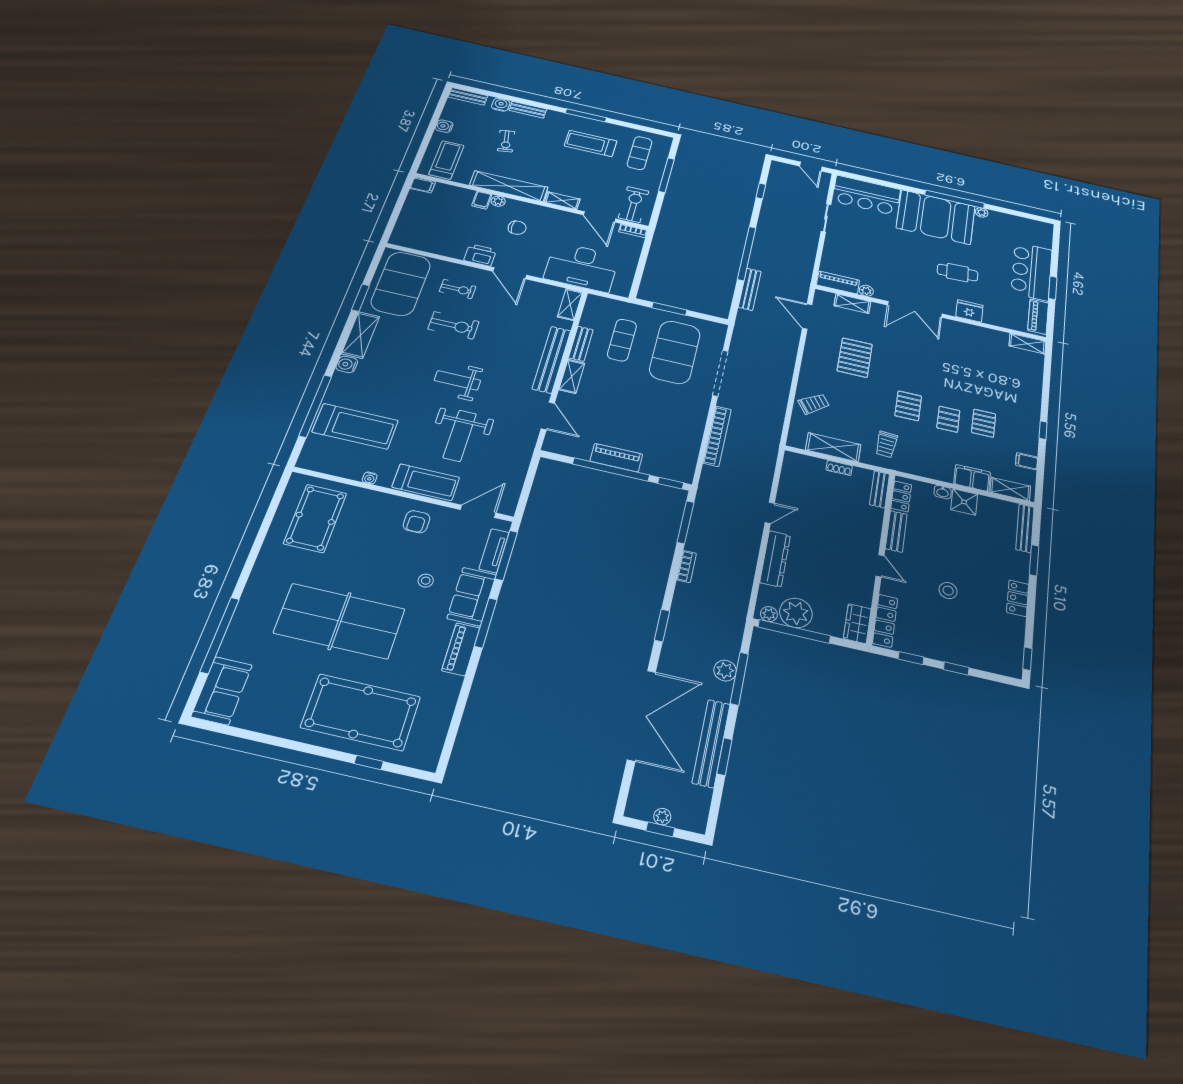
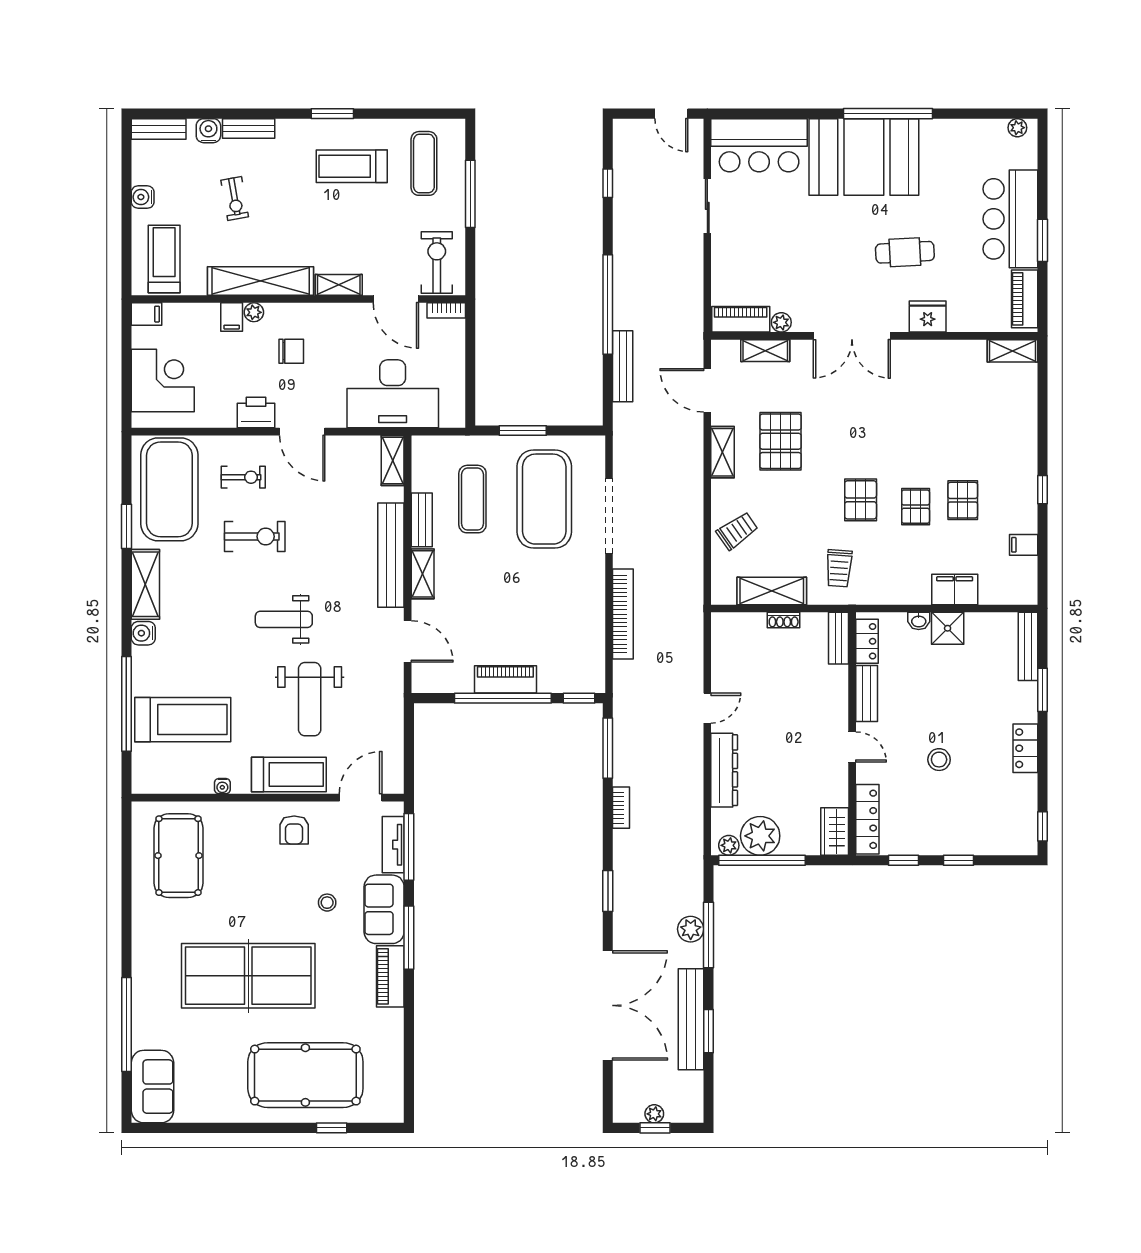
window: (586, 115) -> (332, 114), width x0.69
plant: (982, 212) -> (1017, 128), moved
corner desk: (420, 223) -> (163, 381), added
shelving: (1010, 489) -> (723, 452), moved, turned 90

